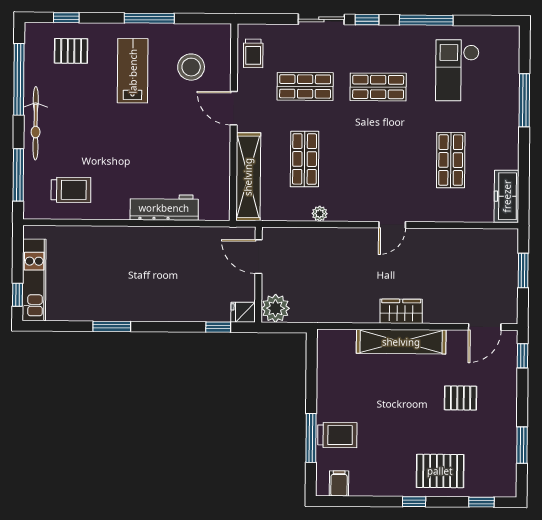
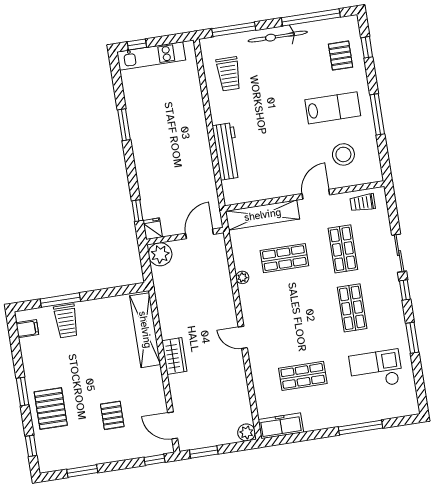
window: (426, 20) -> (412, 338), width x0.69
plant: (508, 239) -> (246, 432), added
window: (523, 271) -> (204, 452), moved
shelving: (401, 342) -> (145, 330), moved
window: (414, 502) -> (23, 392), width x1.50

